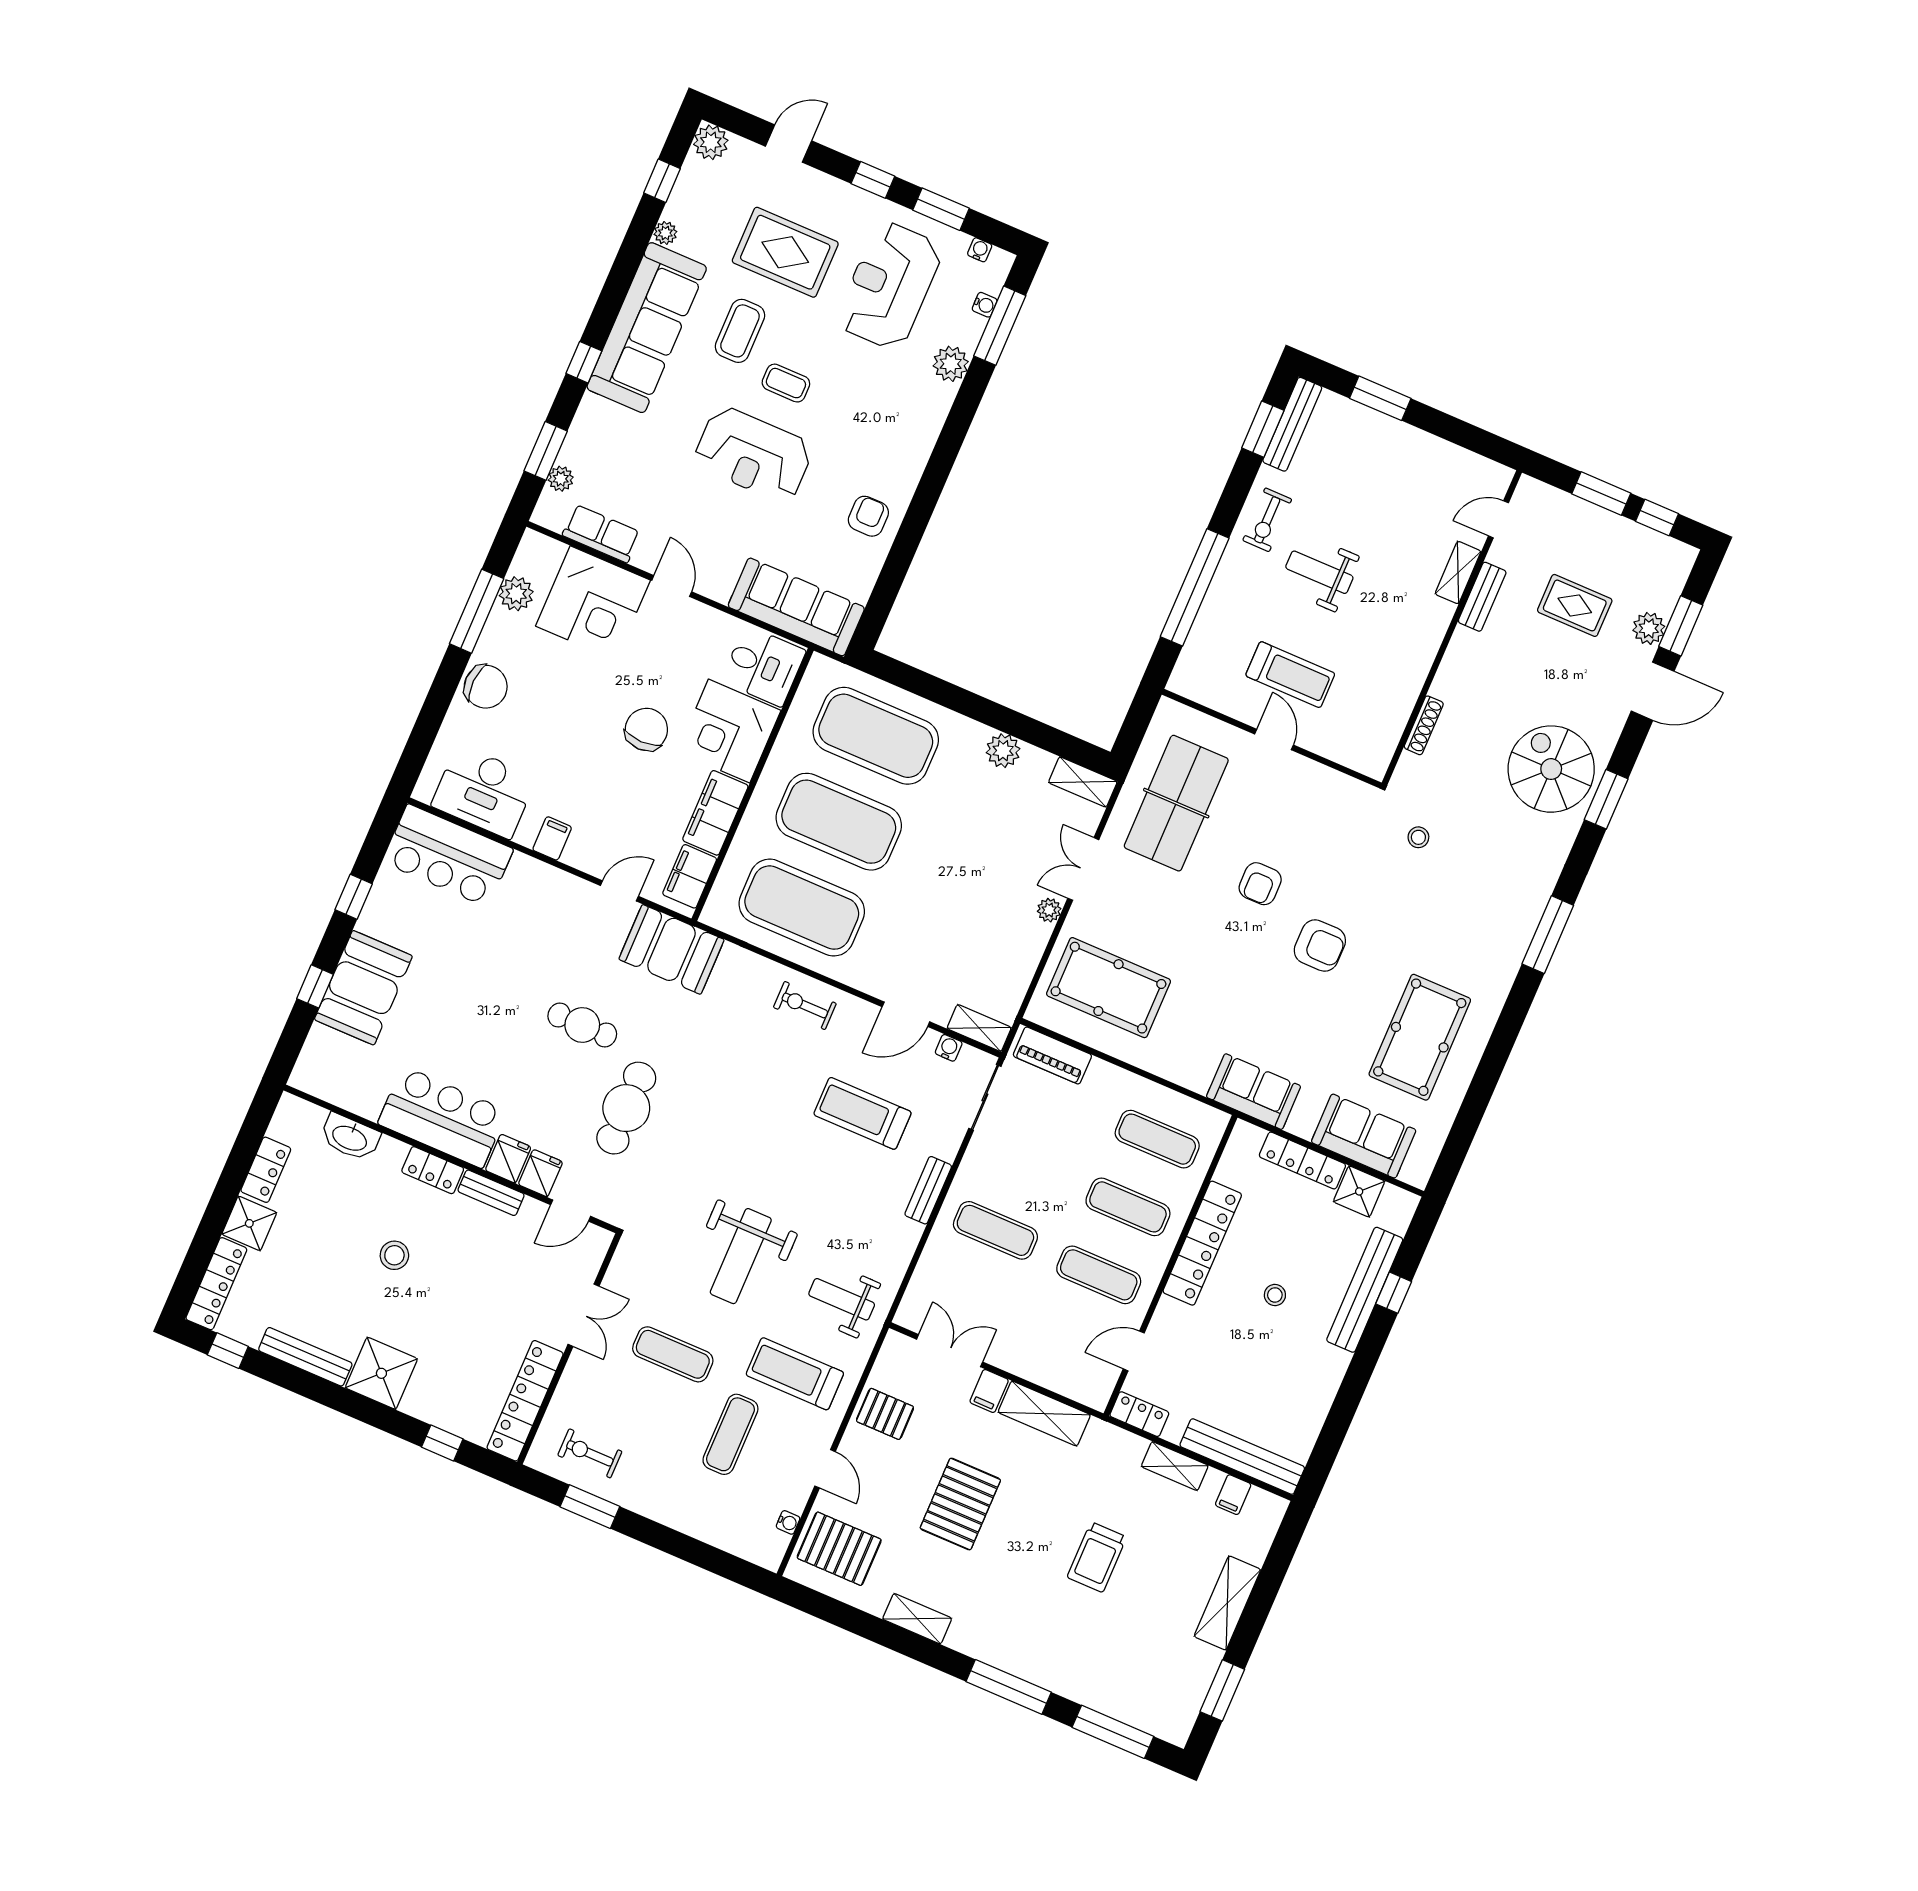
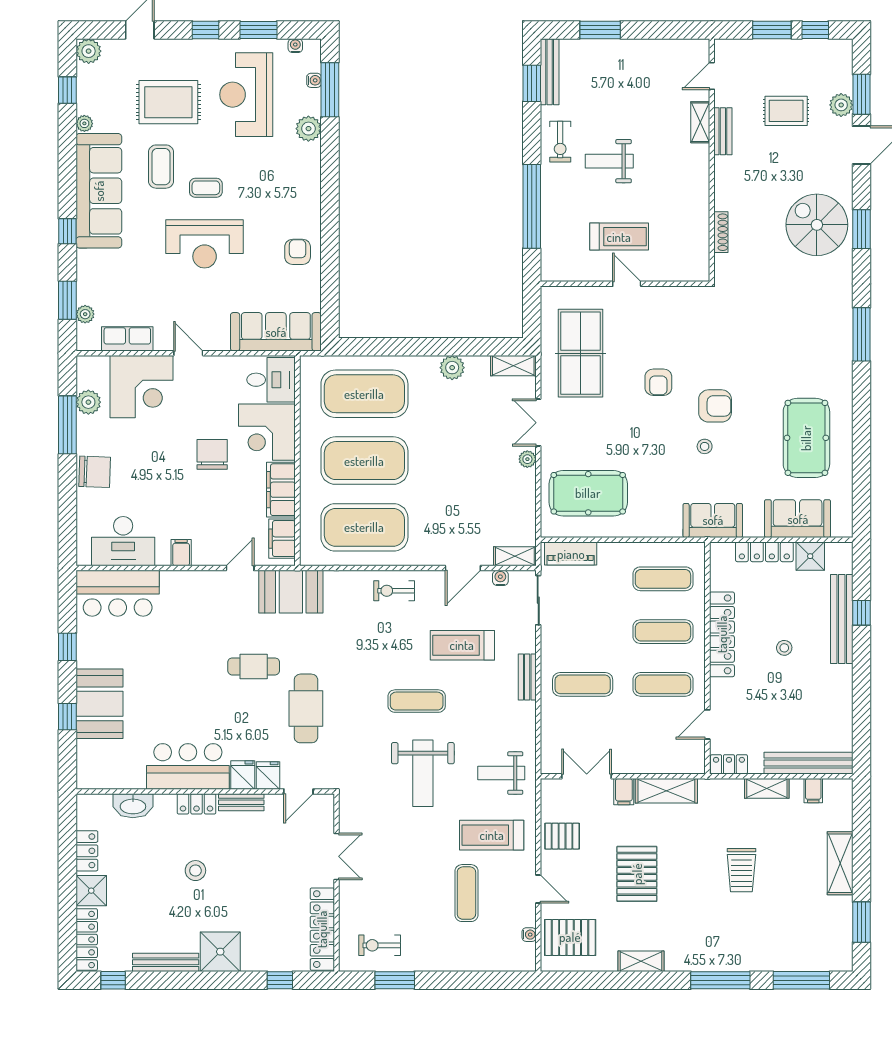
stool: (1418, 837) -> (705, 446), moved
exercise mat: (673, 1354) -> (417, 701), moved

